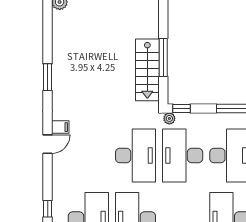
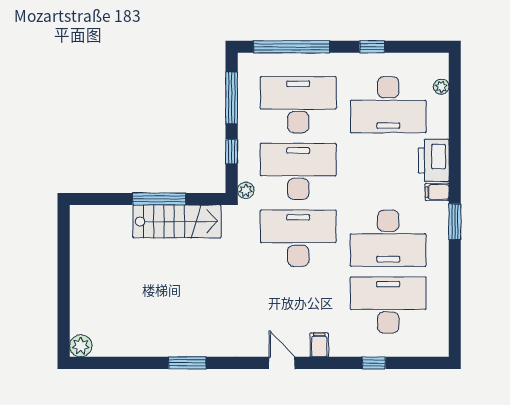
window: (181, 108) -> (232, 152), moved
filing cabinet: (60, 127) -> (319, 345), moved
desk: (183, 155) -> (298, 171), turned 180

